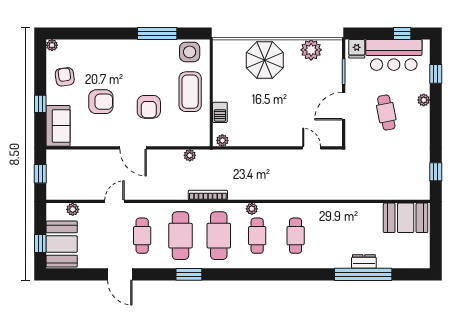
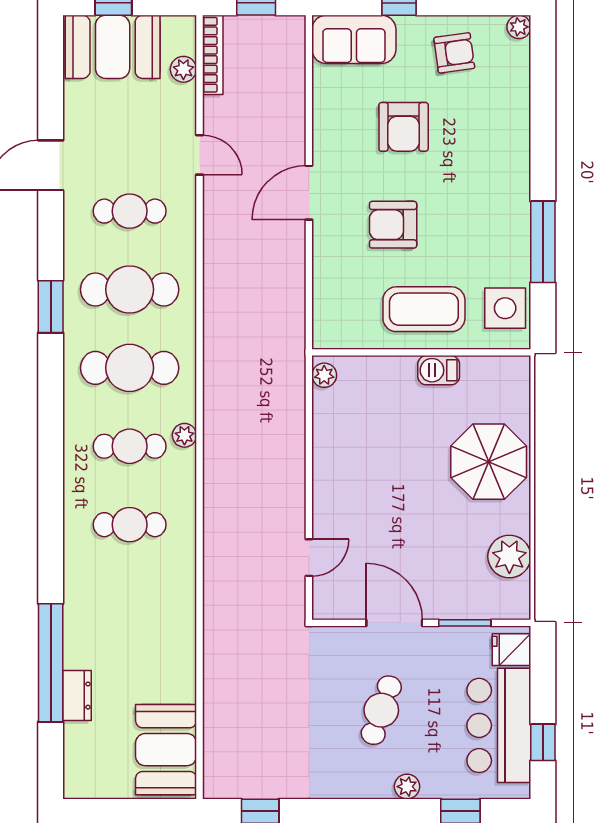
barbecue: (220, 112) -> (439, 370), moved
cafe table: (386, 113) -> (381, 710), turned -60
plant: (190, 155) -> (294, 308), removed
bookcase: (208, 195) -> (213, 55), moved
dresser: (364, 261) -> (77, 696), moved

